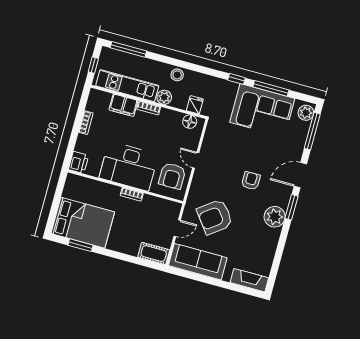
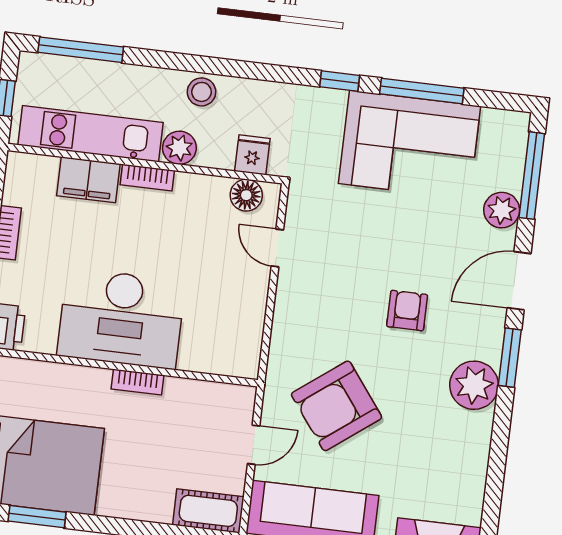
plant: (306, 113) -> (502, 210), moved
door: (196, 160) -> (277, 248), moved
armchair: (172, 176) -> (224, 326), removed

